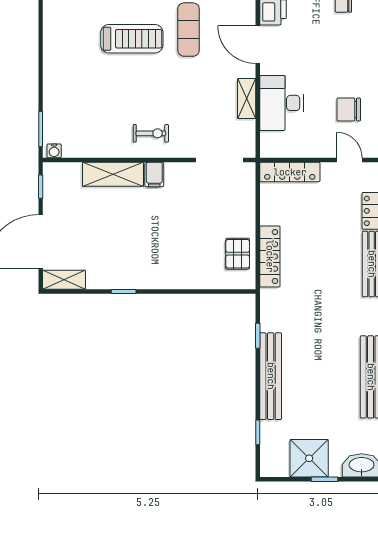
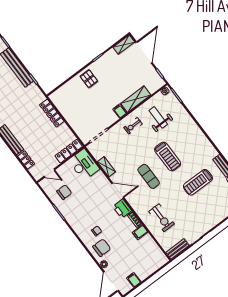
treadmill: (132, 39) -> (168, 156), turned -90
desk: (281, 103) -> (84, 165), moved
weight bench: (98, 115) -> (158, 117), added
pallet: (238, 254) -> (89, 79), moved

